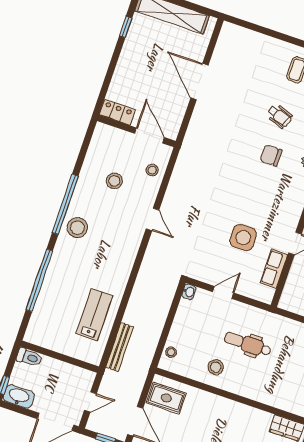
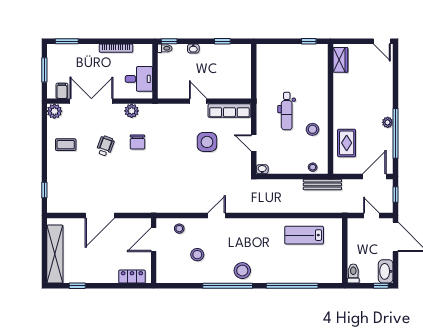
window: (252, 26) -> (44, 190), added
locker: (117, 112) -> (132, 277), moved, turned 90
row of seats: (274, 269) -> (229, 111), width x1.48
bench: (120, 347) -> (322, 184), moved
rug: (166, 398) -> (347, 143), moved

